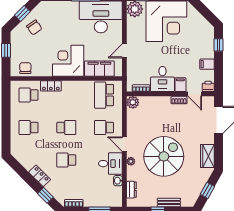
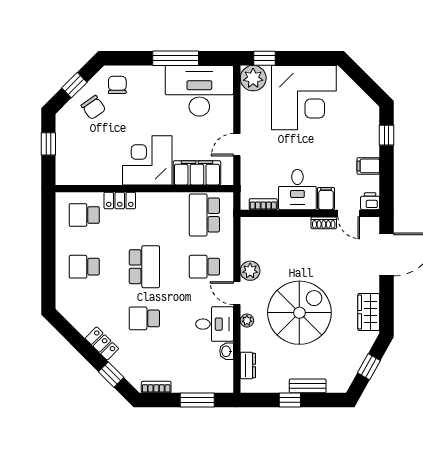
chair: (25, 68) -> (117, 85), moved
plant: (133, 102) -> (250, 271), moved
school desk: (66, 128) -> (144, 267), width x1.85

